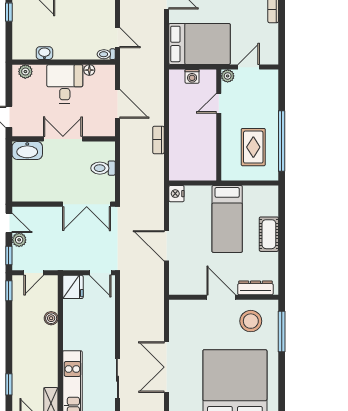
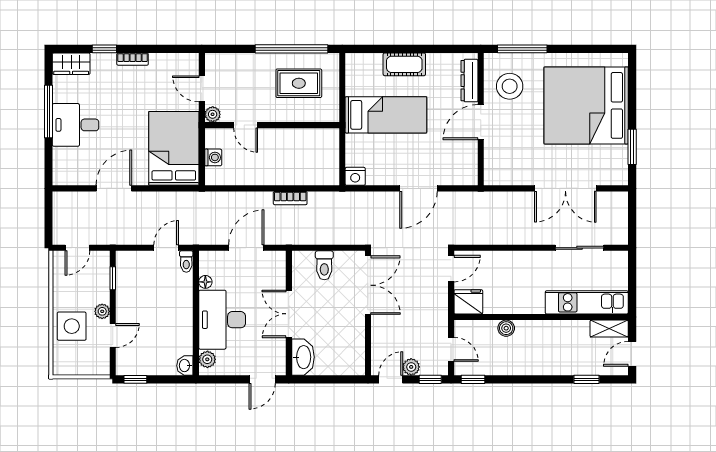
washbasin: (44, 53) -> (185, 366), moved
desk: (65, 84) -> (222, 320), width x1.37

